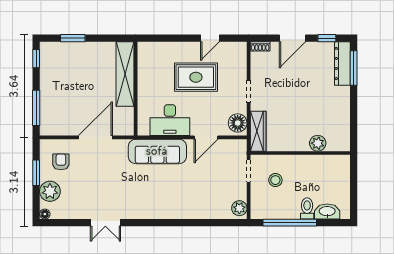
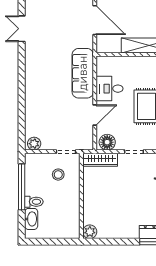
desk: (170, 120) -> (110, 89), width x0.73
door: (206, 137) -> (95, 115), swing flipped
plant: (318, 143) -> (90, 232), moved

